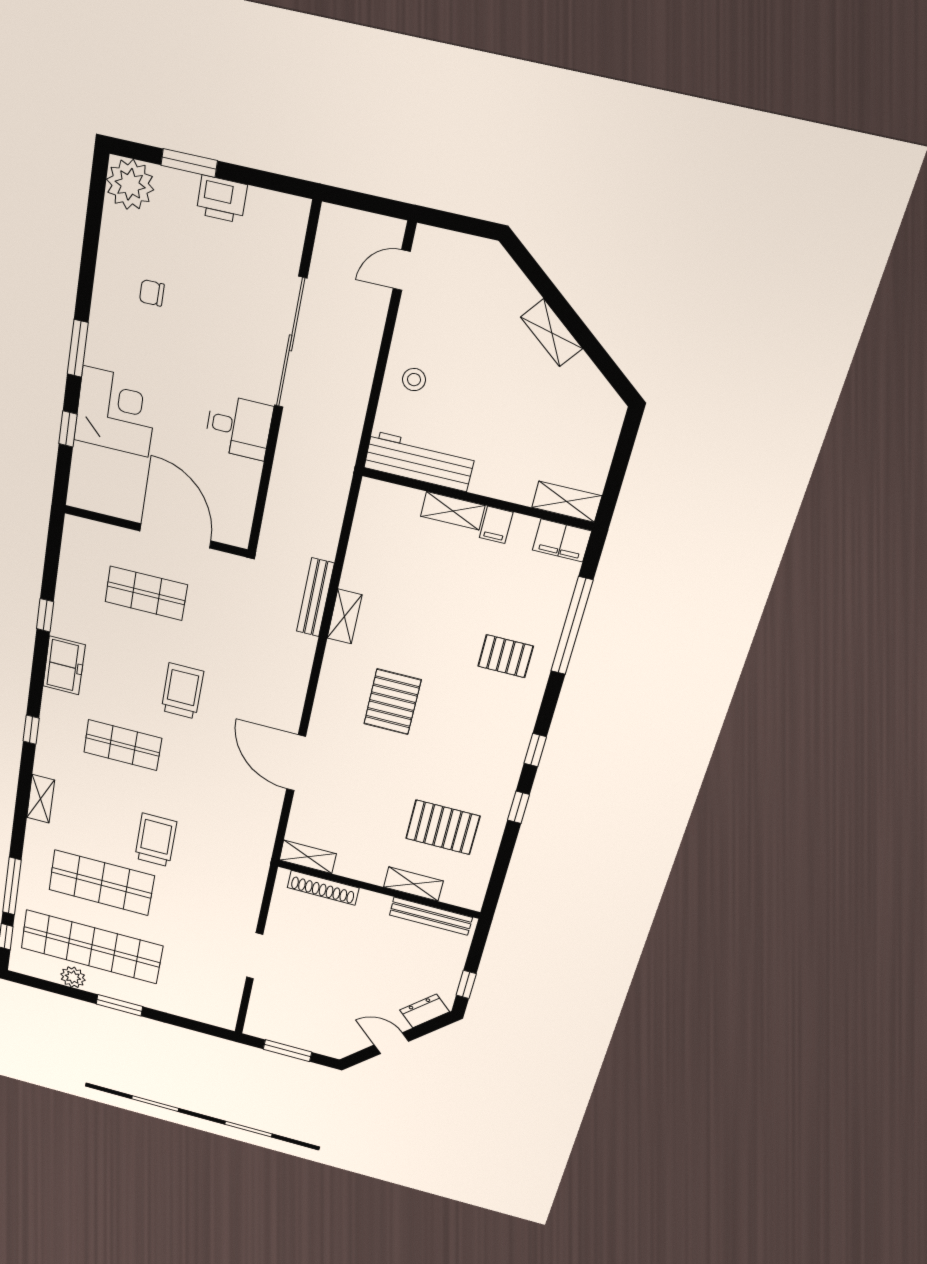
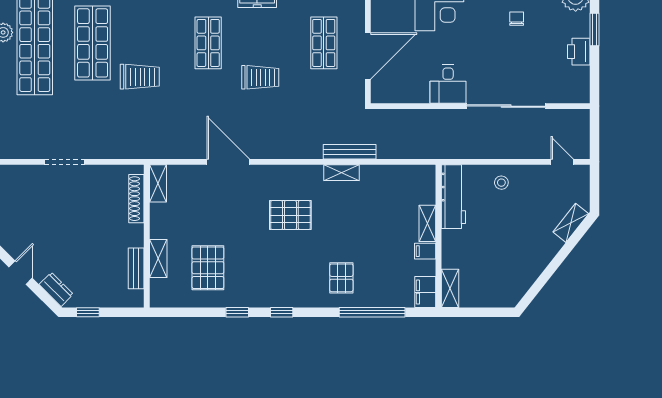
shelving: (552, 333) -> (571, 223), moved
door: (296, 763) -> (228, 162), hinge flipped
bench: (431, 916) -> (136, 268), width x0.73

